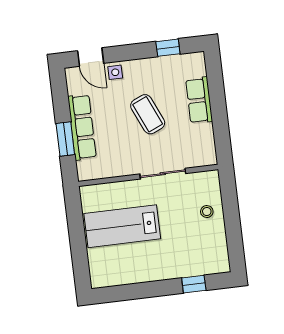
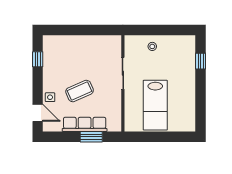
door: (91, 57) -> (38, 113), hinge flipped
row of seats: (199, 100) -> (76, 42), removed
coffee table: (148, 114) -> (80, 91), moved

